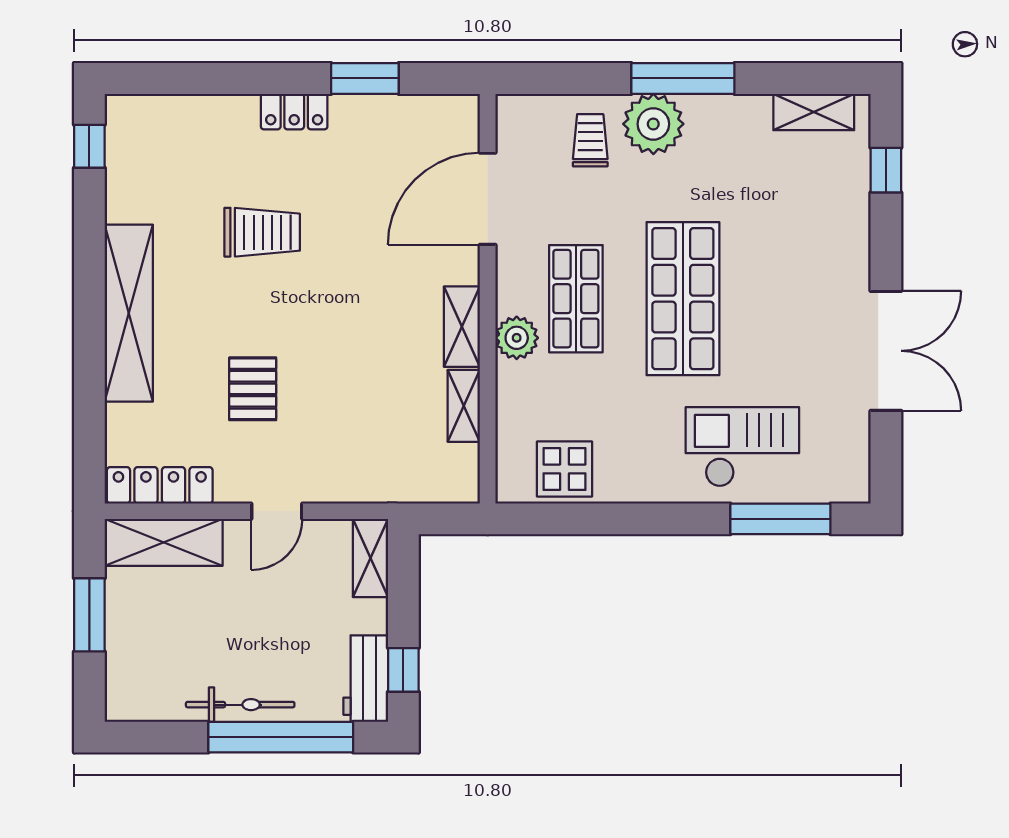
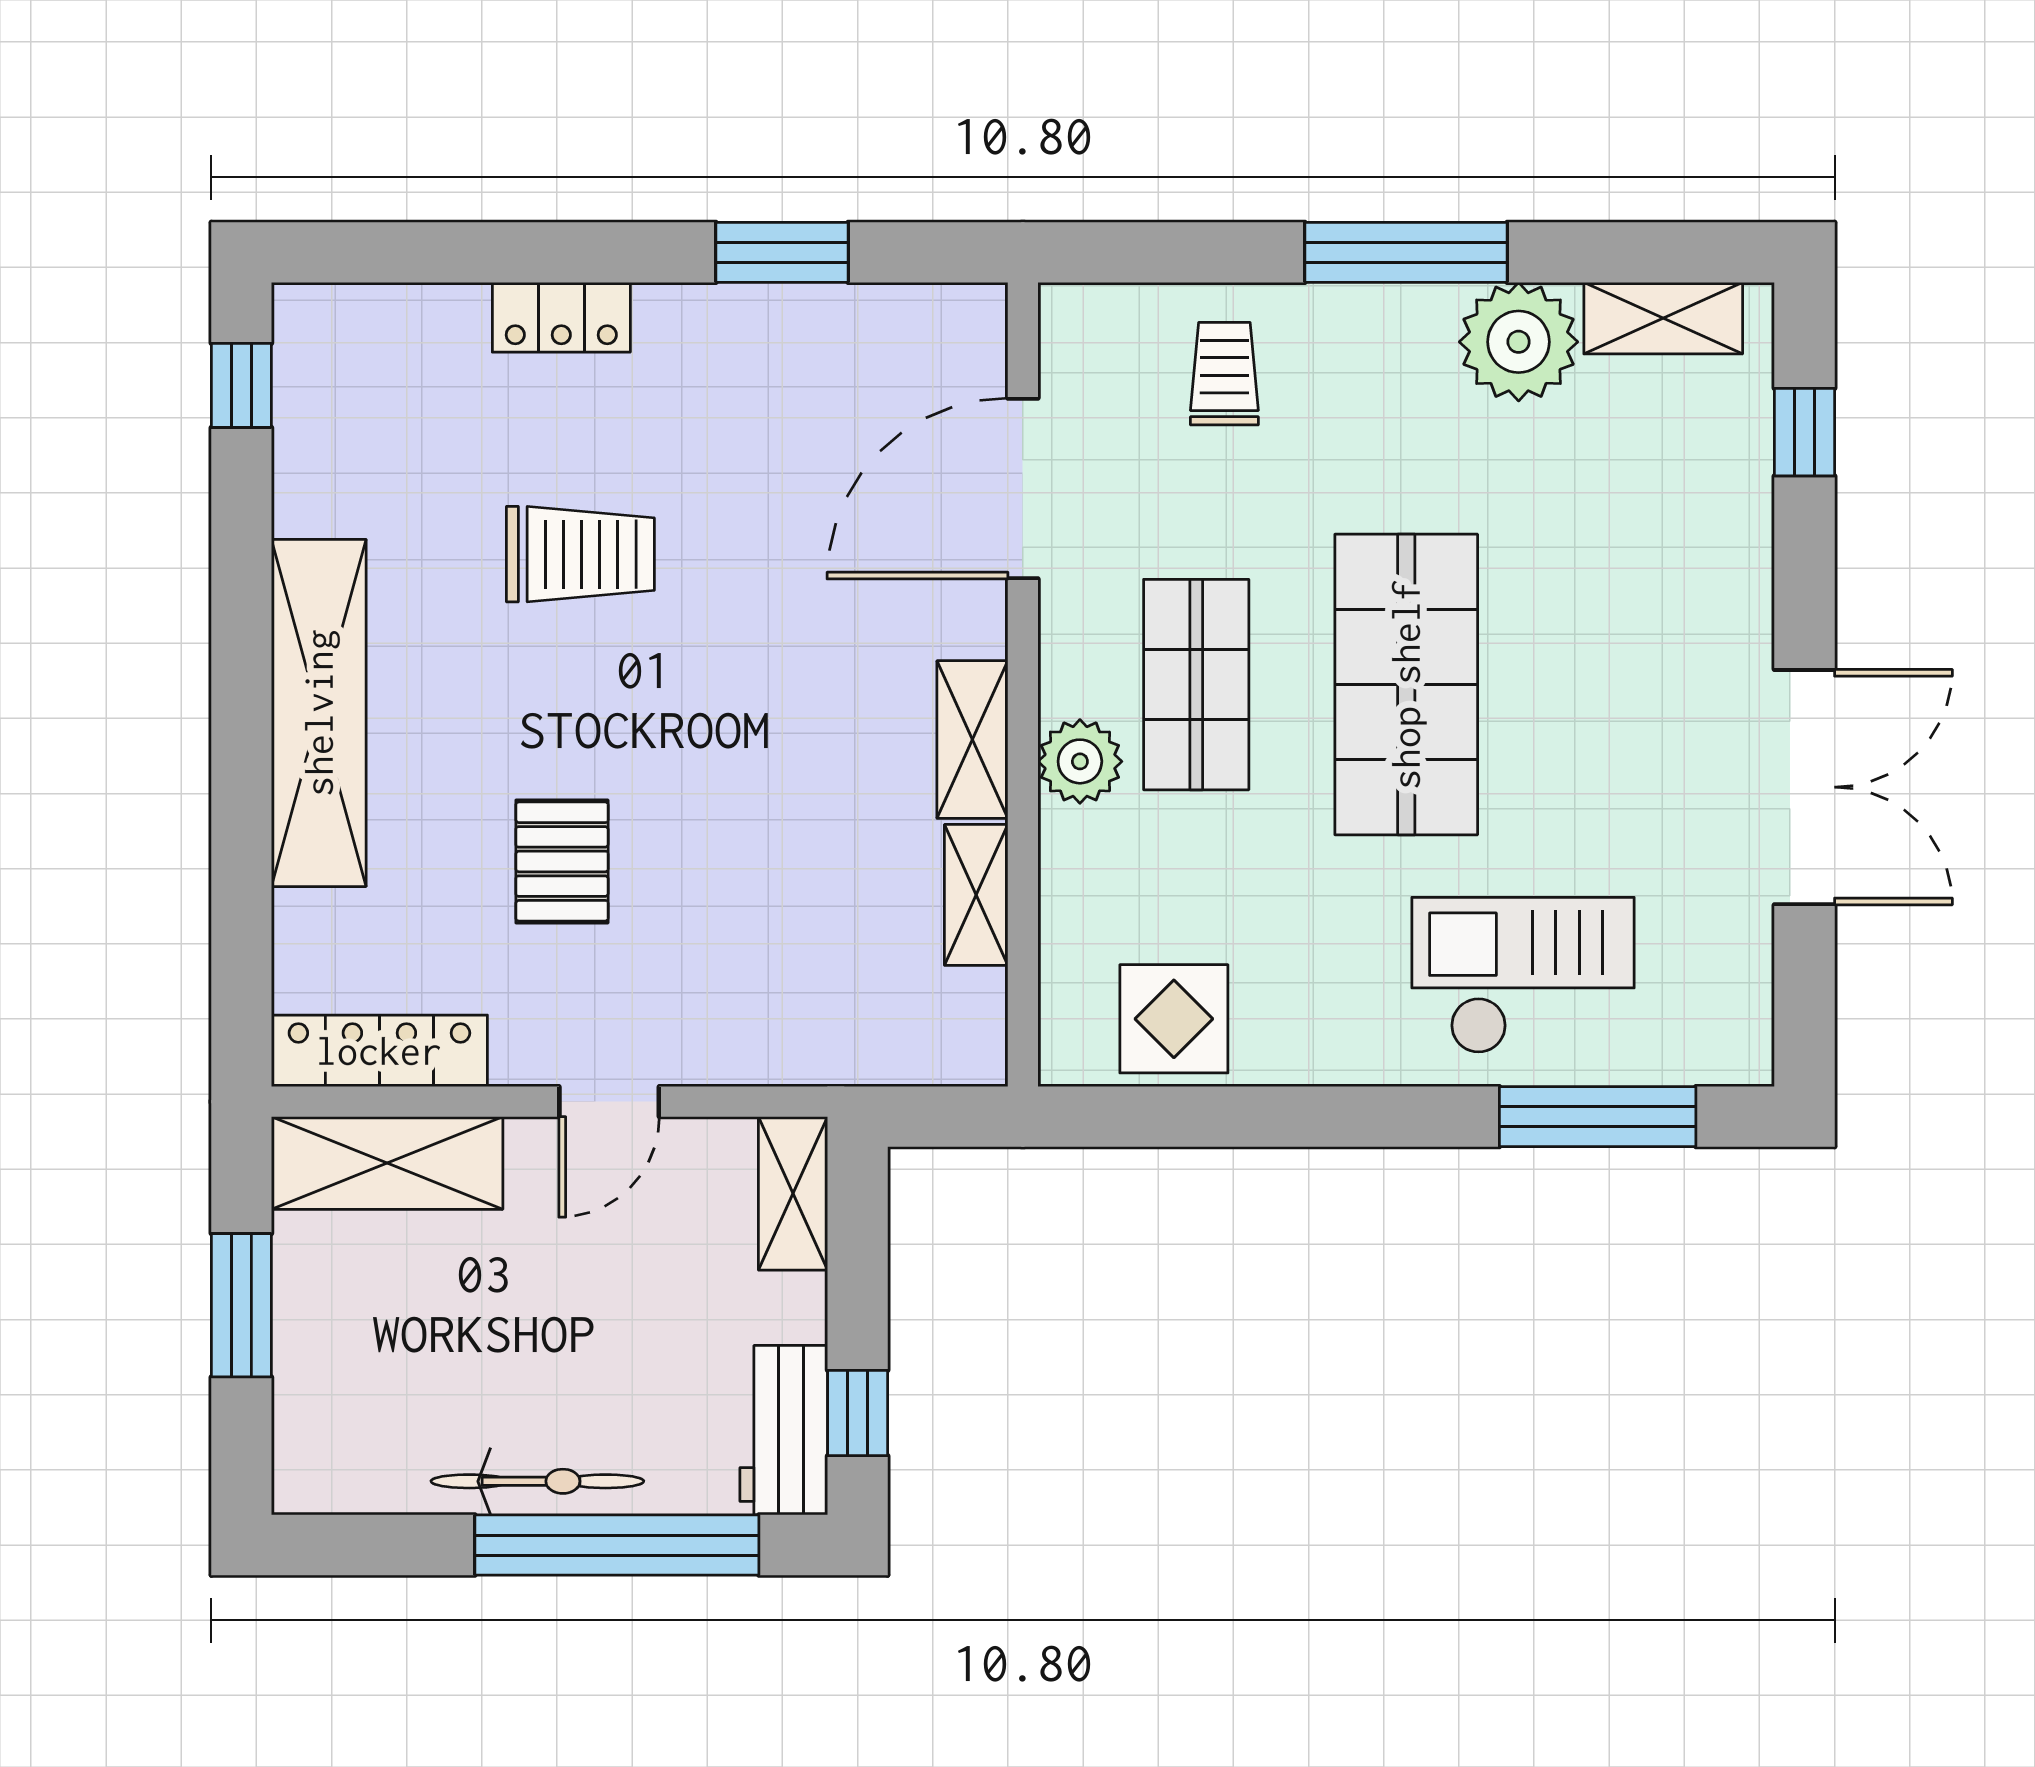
locker: (294, 112) -> (561, 317), moved
plant: (653, 124) -> (1519, 342), moved

